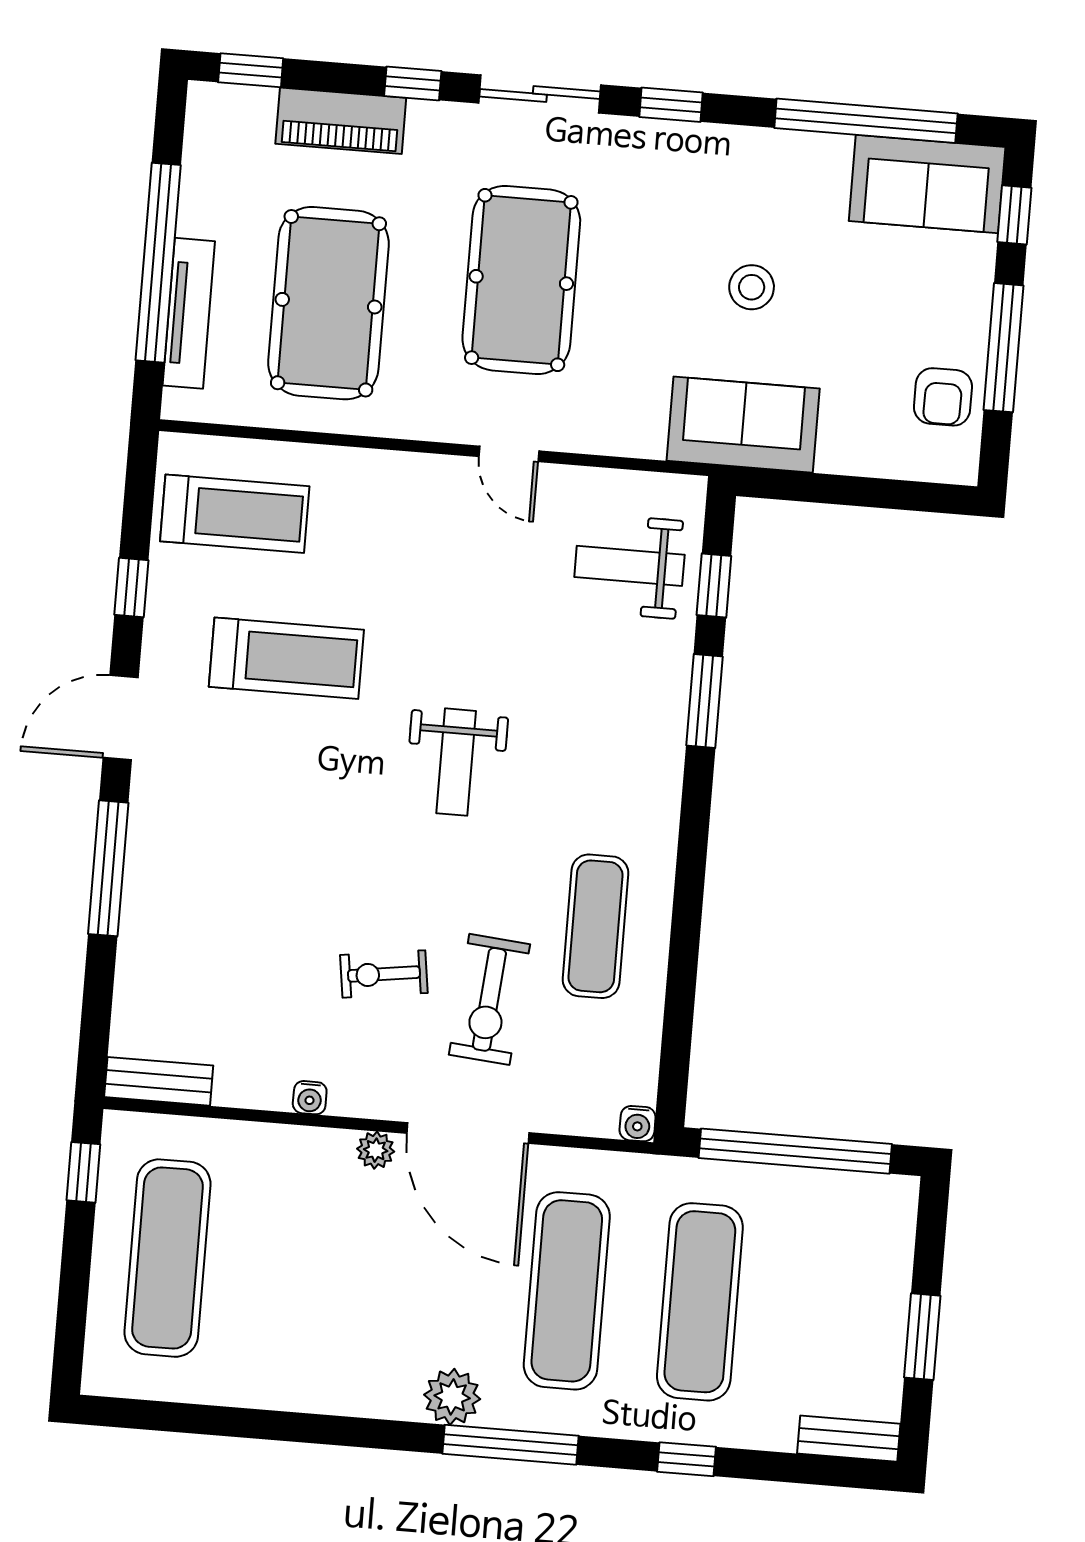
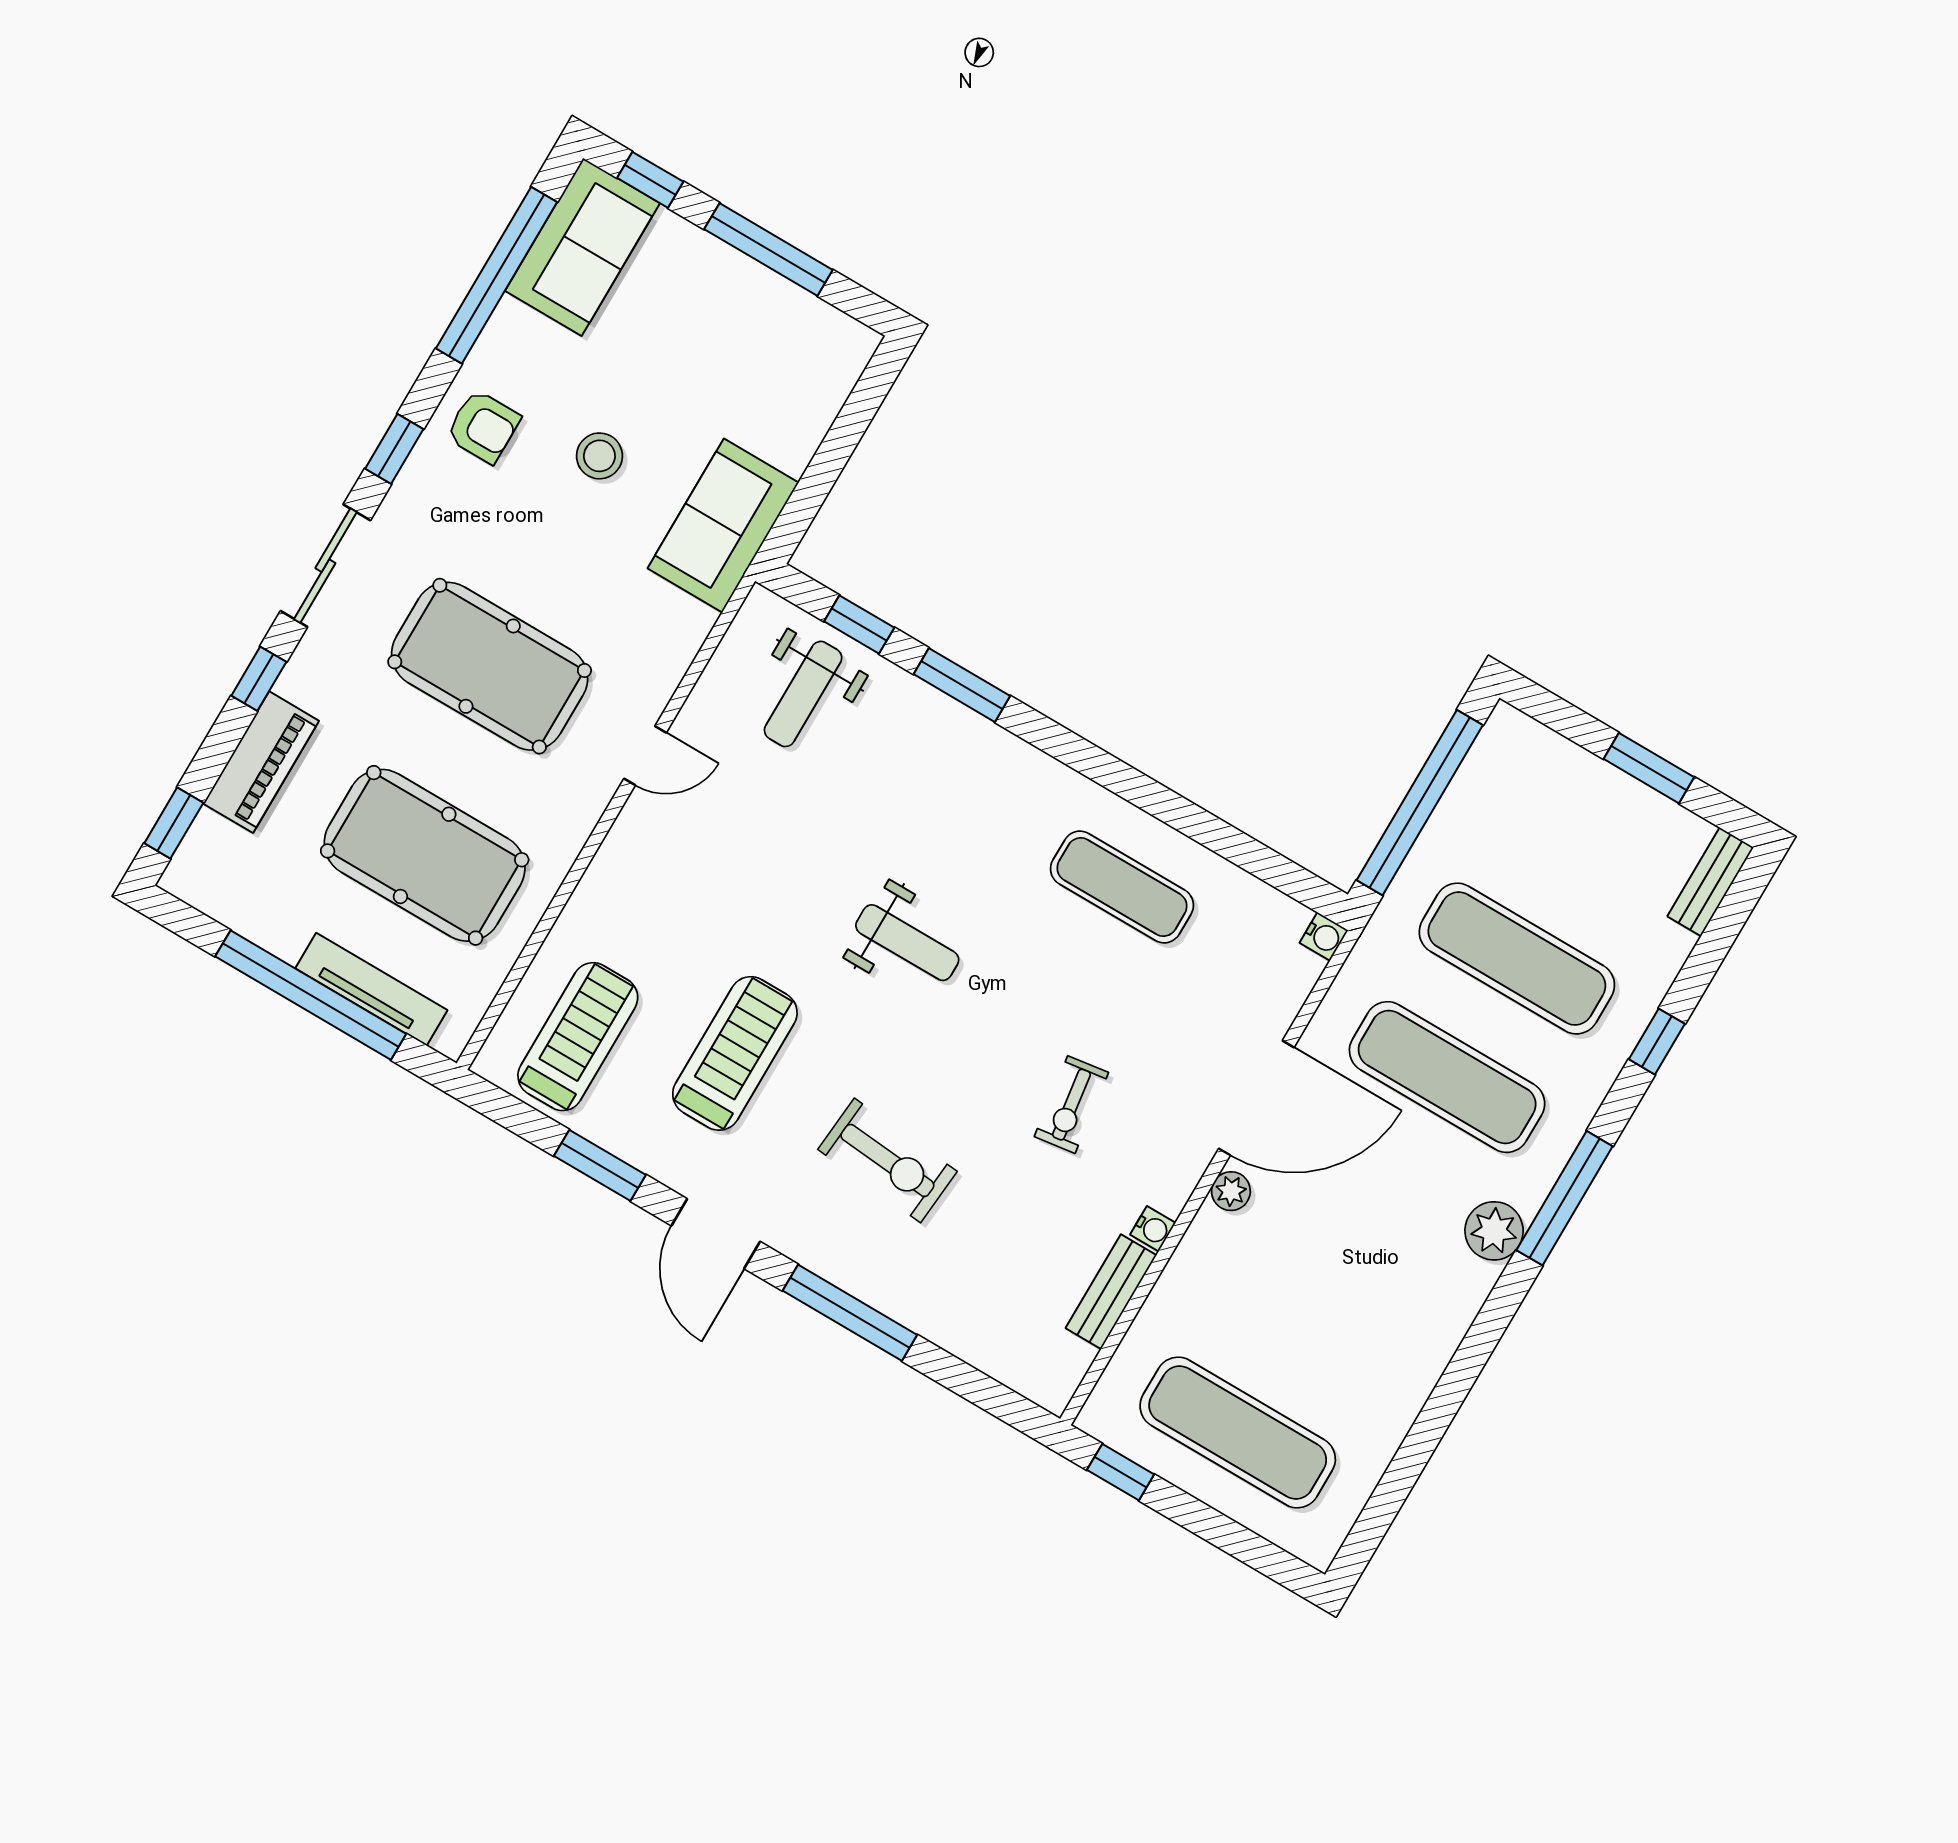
armchair: (943, 397) -> (483, 427), moved
window: (131, 587) -> (600, 1165), width x1.50
exercise bike: (489, 999) -> (887, 1160), moved
bench: (159, 1081) -> (1111, 1292), moved

